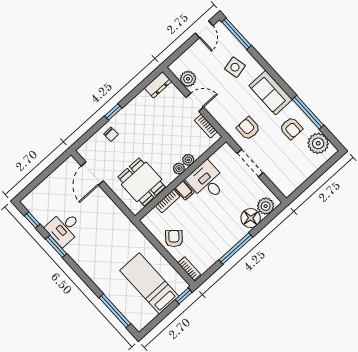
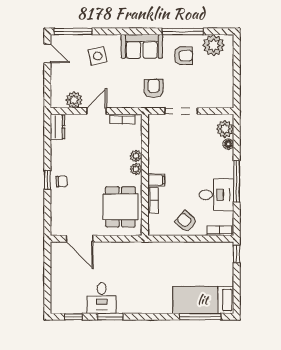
armchair: (248, 128) -> (154, 88), turned 90
chair: (111, 134) -> (62, 181), moved
desk: (207, 181) -> (216, 195), moved, turned 180
dining table: (142, 182) -> (120, 207), turned 90
floor lamp: (251, 218) -> (228, 144), width x0.53, depth x0.53
bed: (149, 283) -> (203, 300), moved

